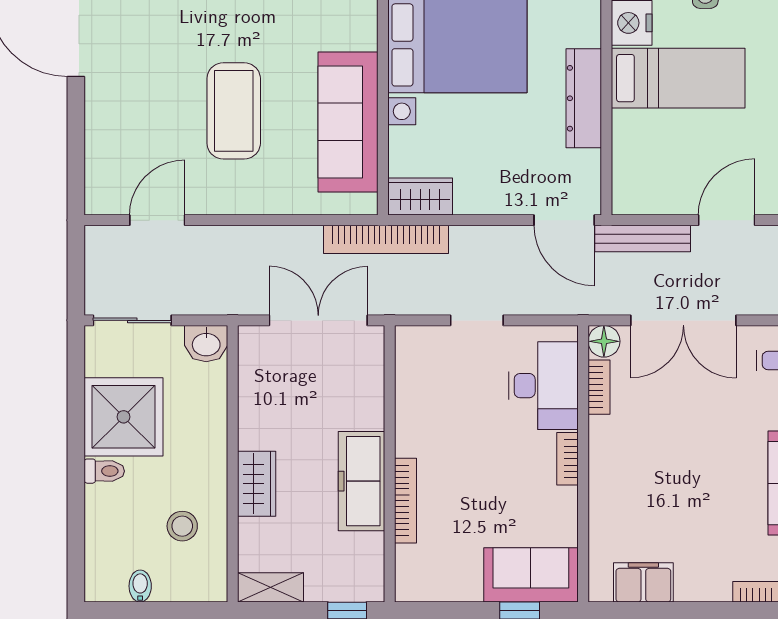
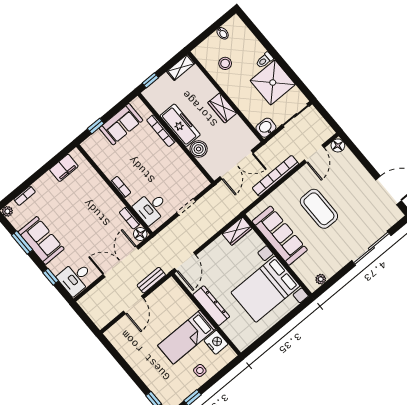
floor lamp: (100, 199) -> (338, 145), added
door: (564, 220) -> (185, 262), swing flipped
bookcase: (386, 239) -> (275, 176), moved
bench: (643, 239) -> (151, 280), width x0.73
desk: (543, 386) -> (151, 208), width x0.73
boiler: (364, 408) -> (199, 149), added
wardrobe: (257, 484) -> (222, 108), moved
sofa: (531, 575) -> (121, 124), moved

